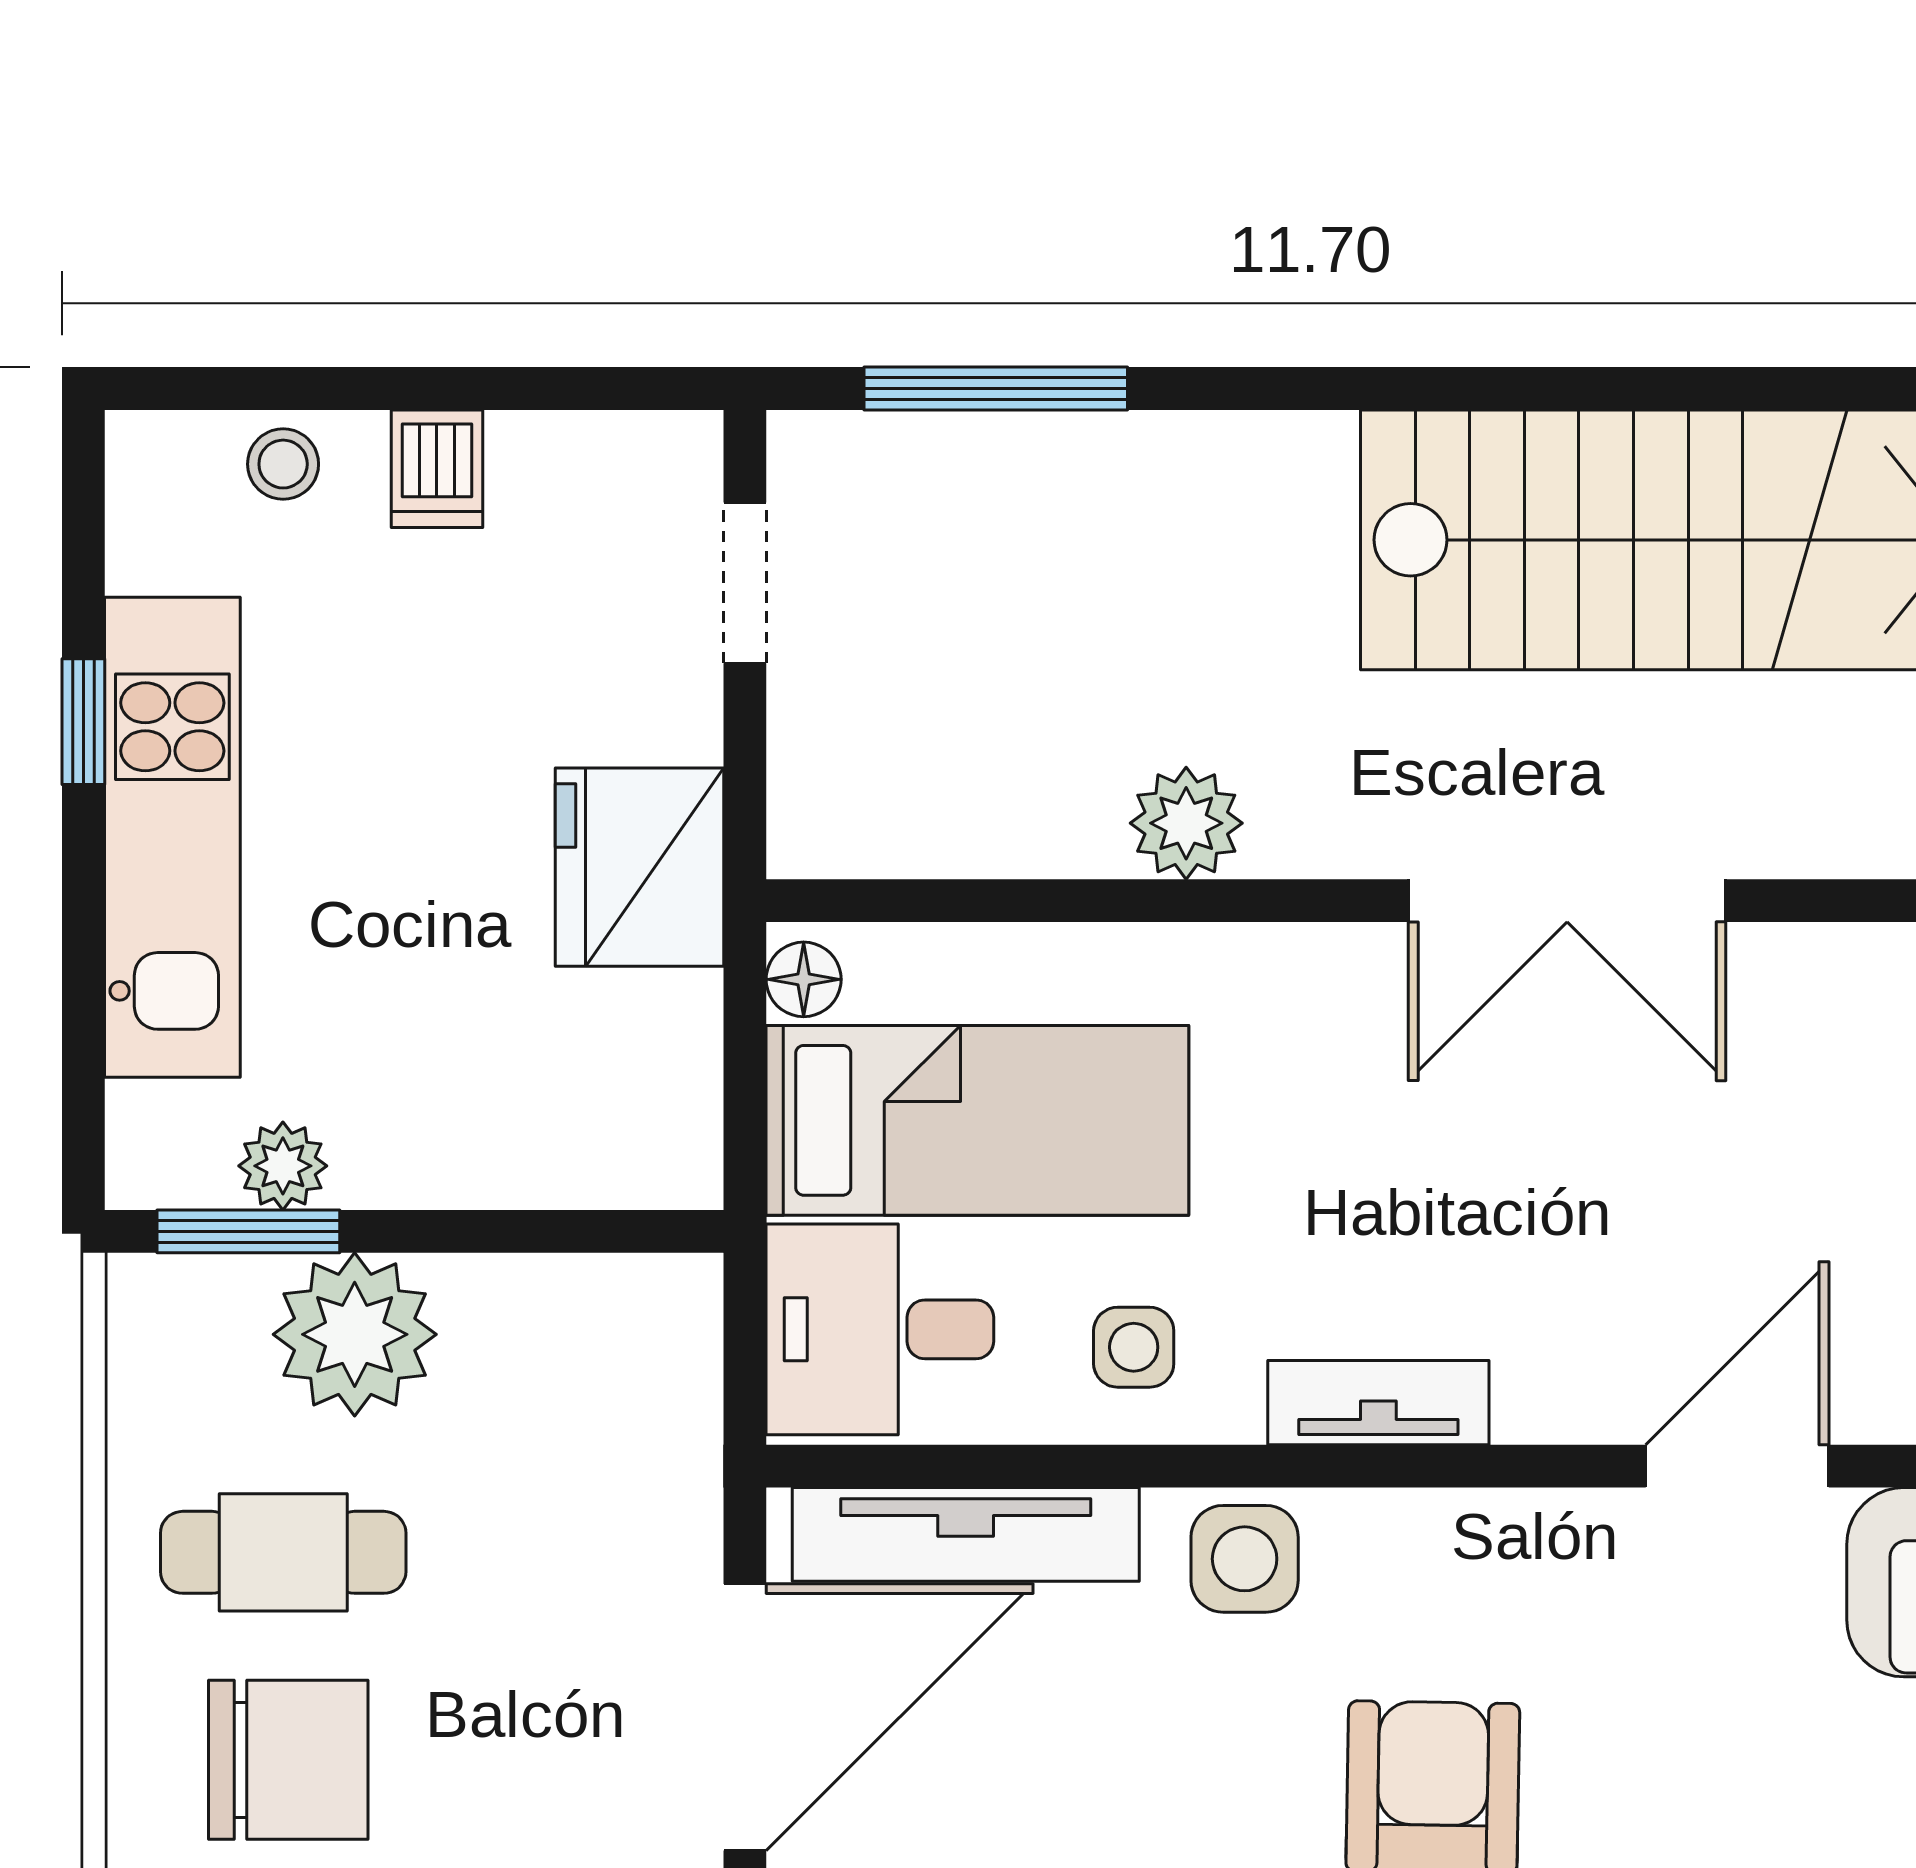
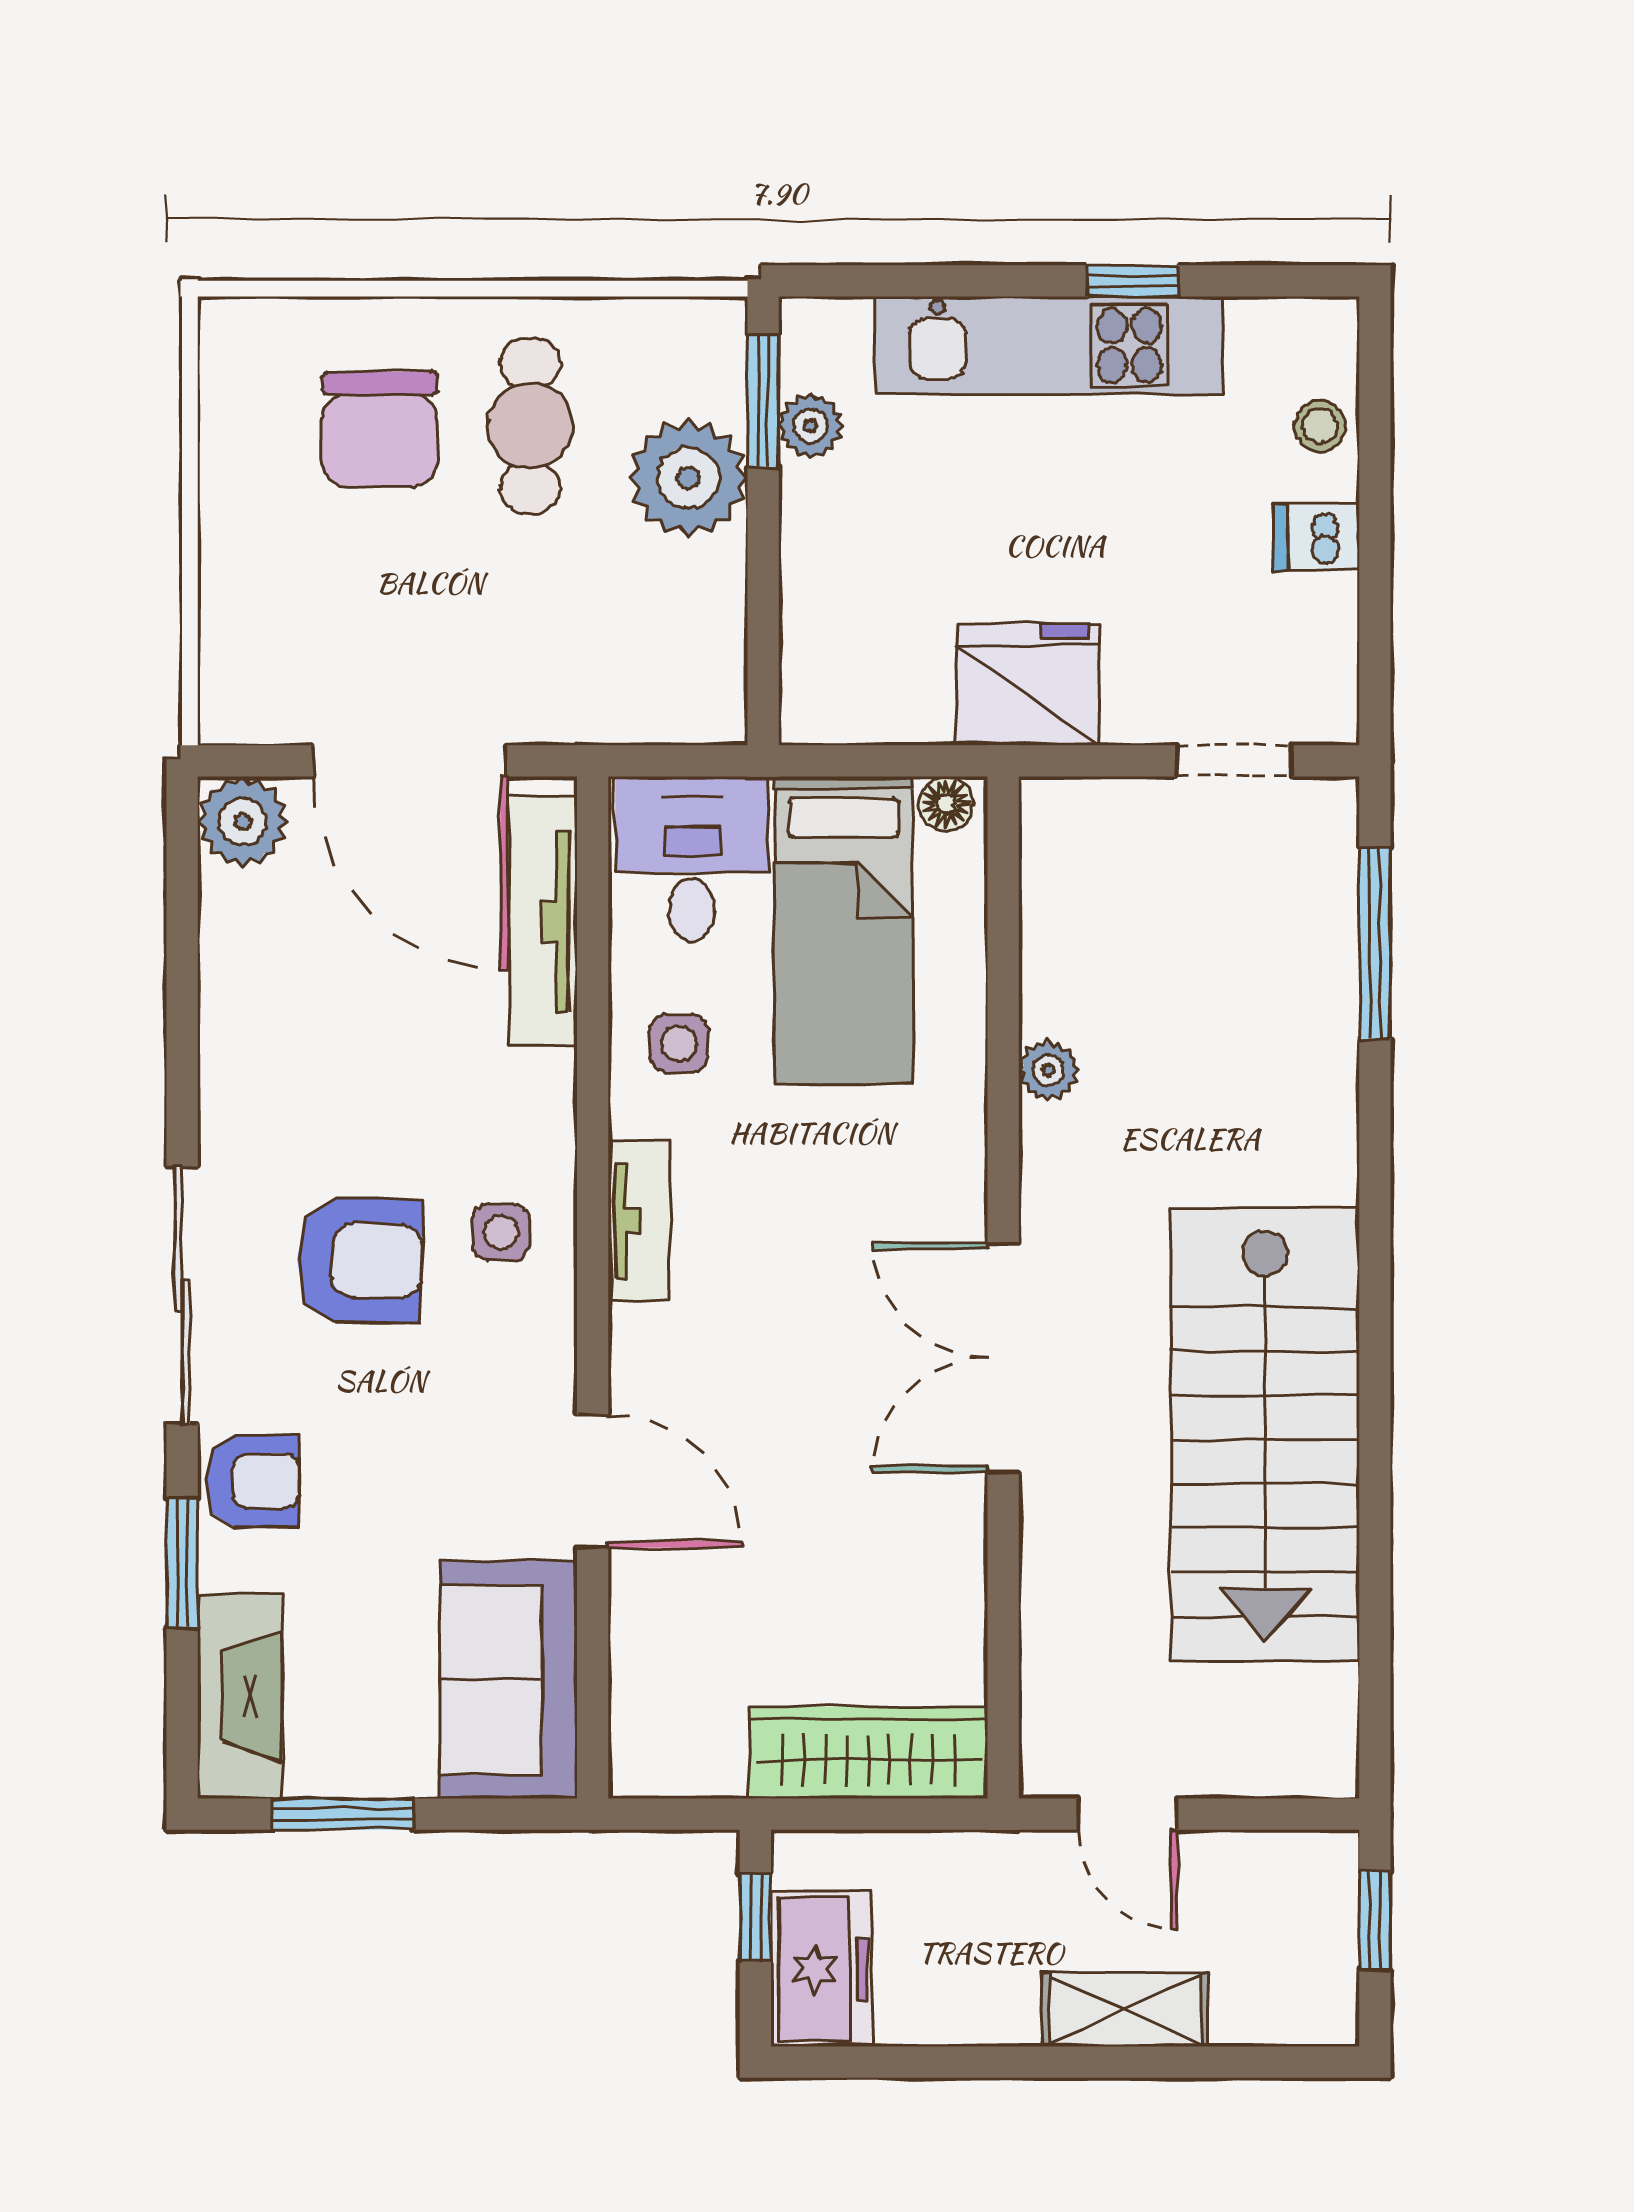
plant: (1186, 823) -> (1048, 1070), width x0.73, depth x0.73
side table: (1245, 1559) -> (501, 1232), moved, width x0.73, depth x0.73

